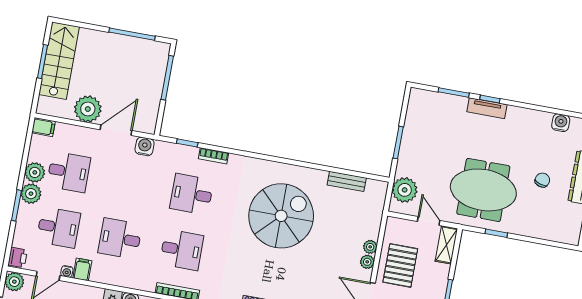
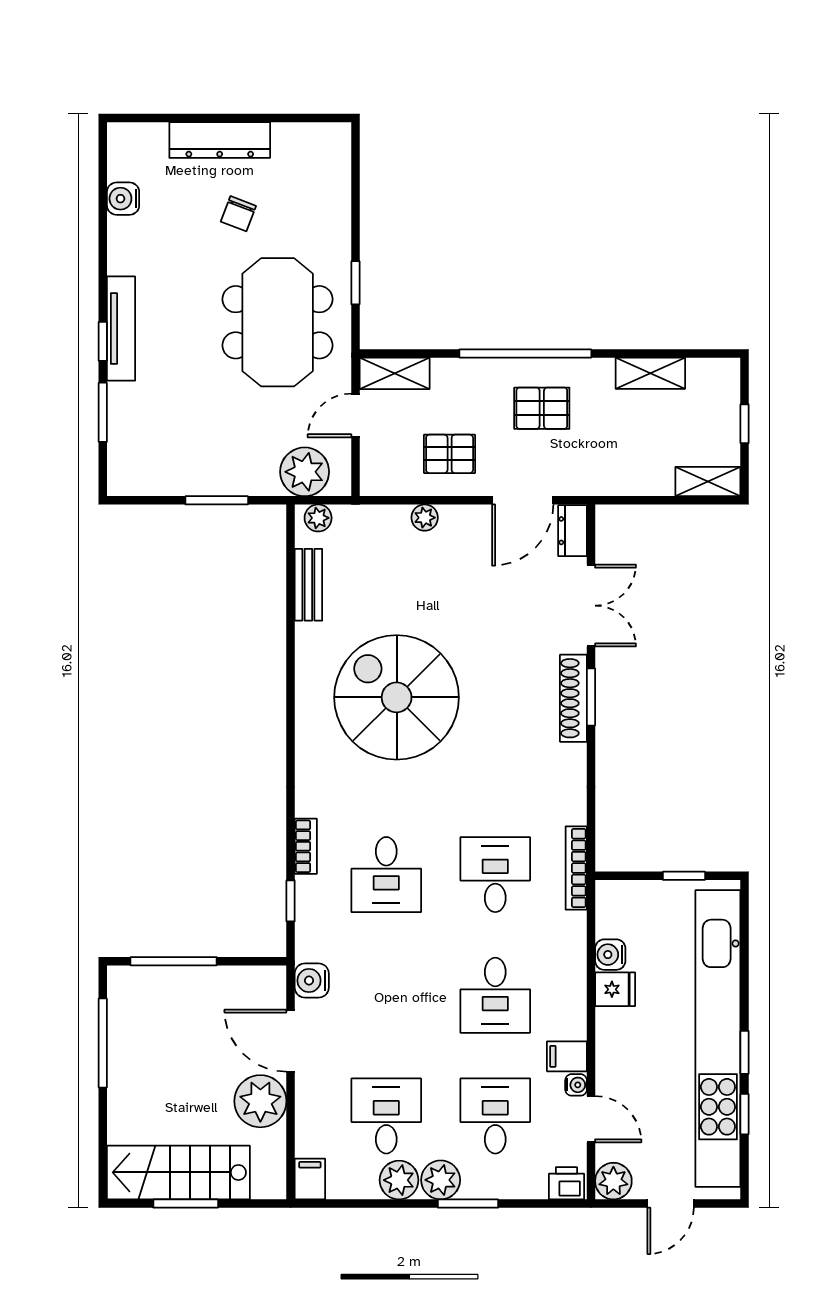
tv unit: (487, 108) -> (121, 329), width x1.41
chair: (542, 180) -> (238, 214), turned -86
plant: (367, 262) -> (318, 518), moved
pallet: (400, 265) -> (450, 454), width x0.67, depth x0.71

